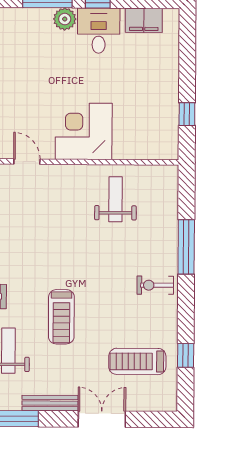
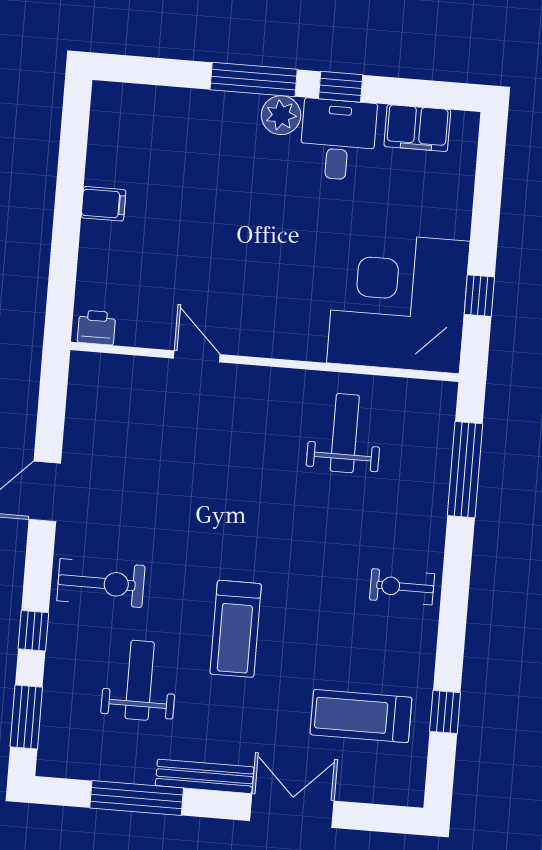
corner desk: (84, 131) -> (398, 302), moved, width x1.36, depth x1.36
window: (186, 247) -> (465, 470), moved

